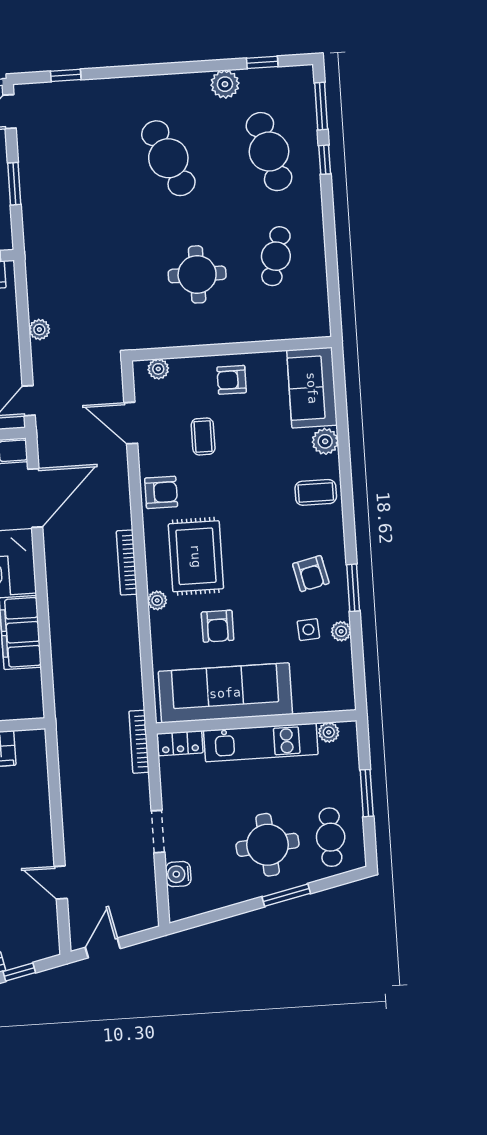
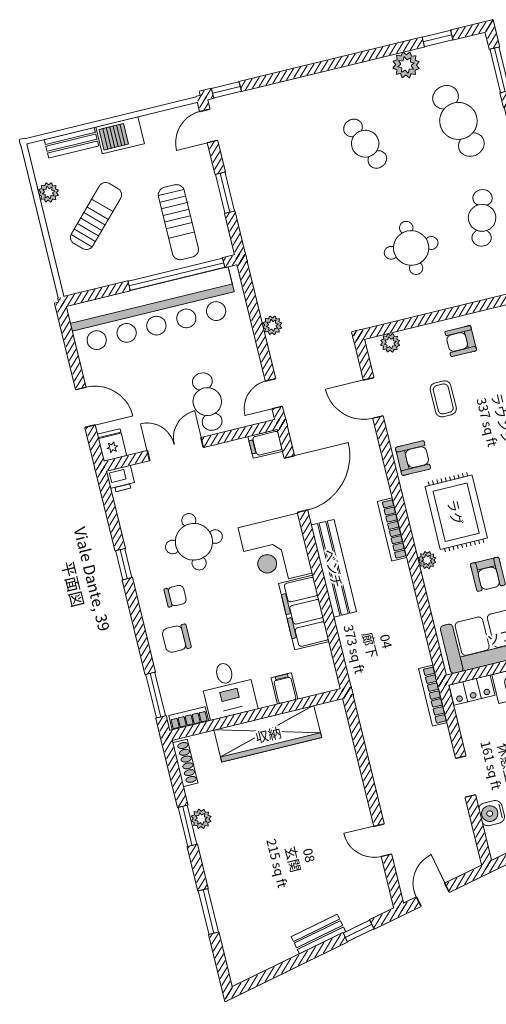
window: (66, 75) -> (226, 90), moved
cafe table: (168, 158) -> (365, 144), width x0.73, depth x0.74
bench: (59, 592) -> (334, 568), added

